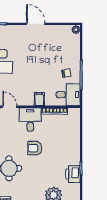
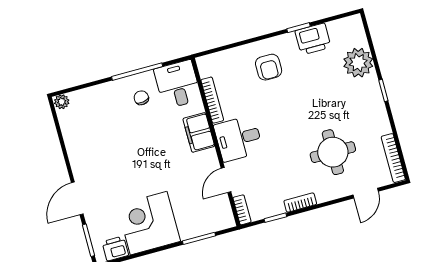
door: (36, 24) -> (77, 198), moved
filing cabinet: (39, 99) -> (199, 132), width x2.00
armchair: (35, 148) -> (269, 67), moved

